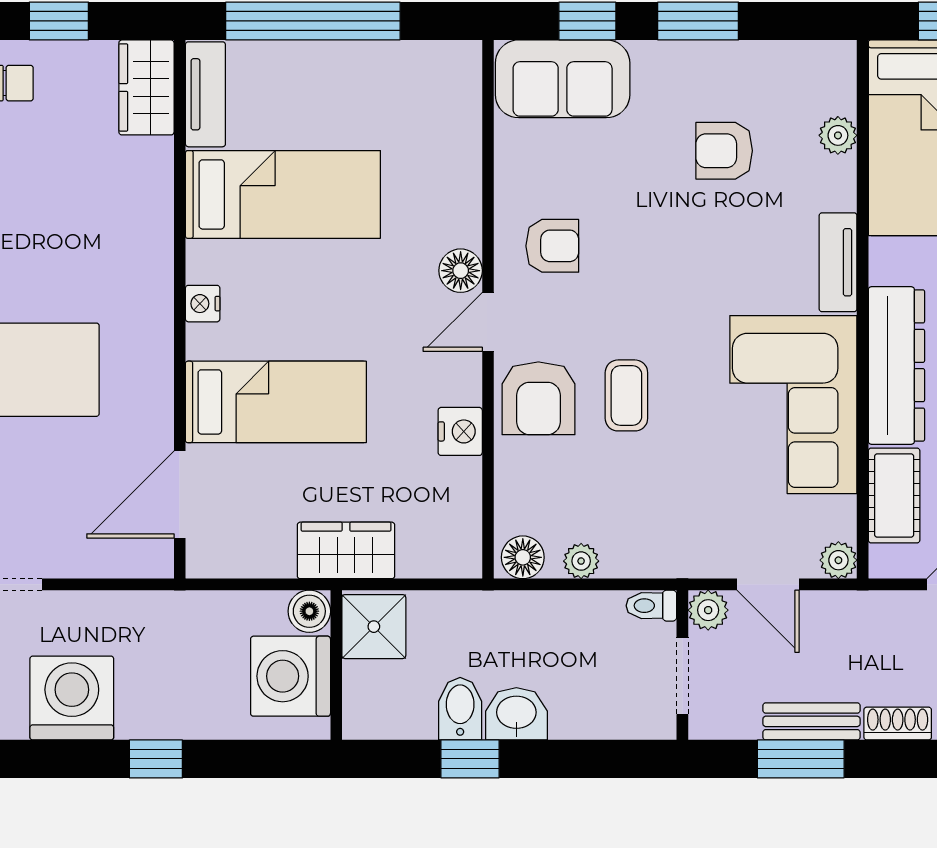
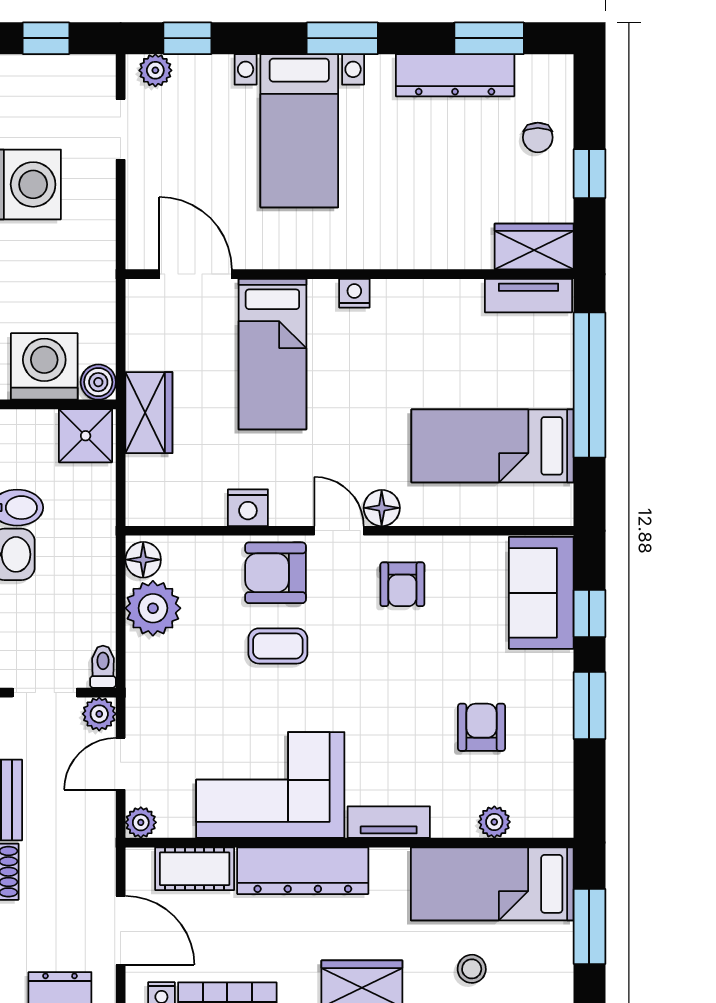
bed: (283, 194) -> (493, 446), moved, turned 90
plant: (581, 561) -> (153, 608), width x1.88, depth x1.88

